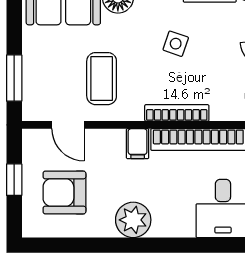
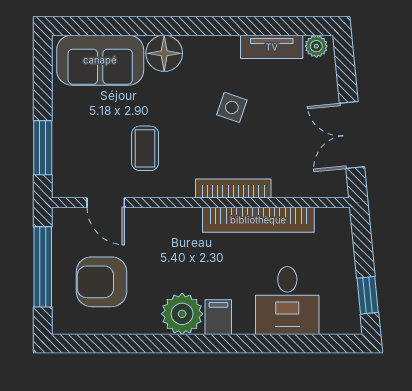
coffee table: (102, 79) -> (145, 148), width x0.73, depth x0.77
filing cabinet: (138, 144) -> (218, 317), moved, turned 180
window: (14, 180) -> (43, 267), width x2.17

